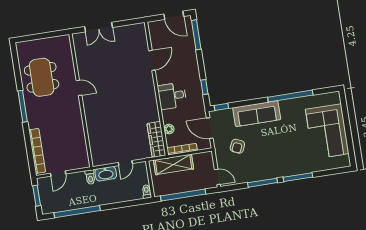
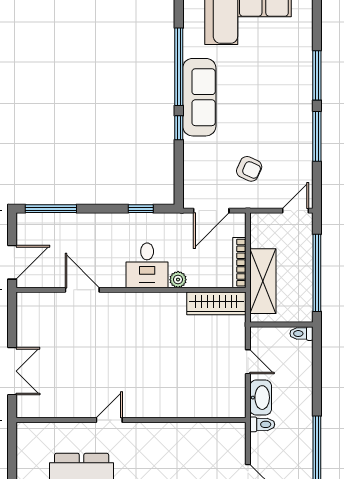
door: (174, 15) -> (12, 262), moved
window: (221, 107) -> (179, 128), moved
sofa: (257, 114) -> (199, 97), moved
plant: (169, 129) -> (178, 280), moved

